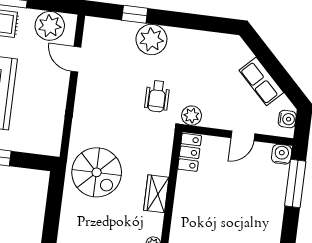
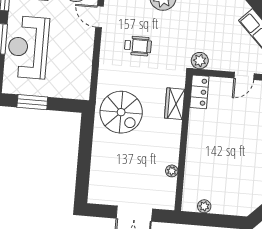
wheelchair: (157, 96) -> (138, 46), moved, turned -90
wardrobe: (156, 194) -> (175, 104), moved

